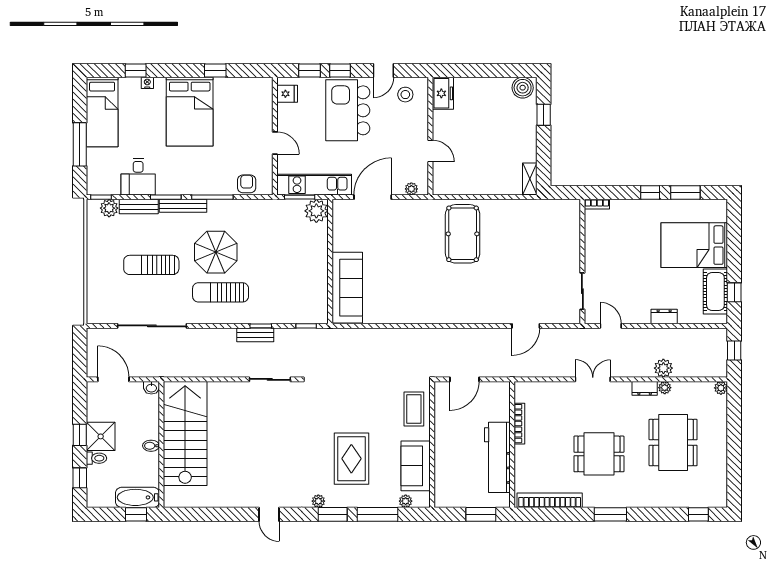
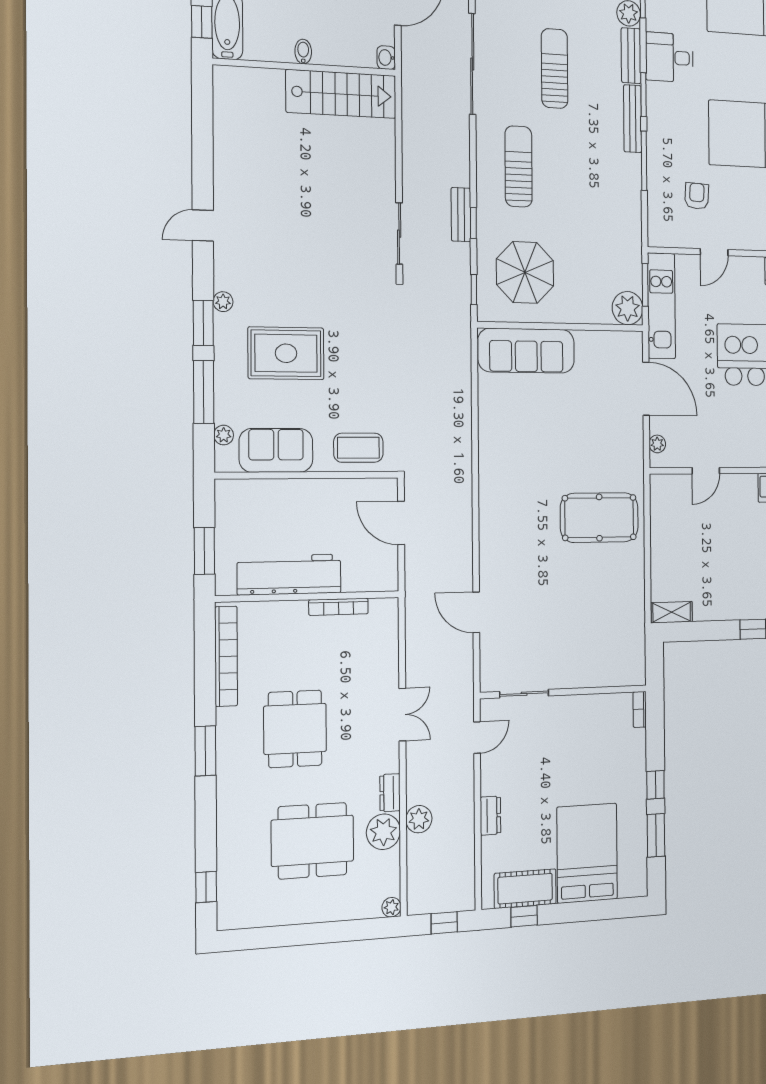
armchair: (247, 184) -> (697, 196), moved, turned -87
parasol: (216, 252) -> (525, 272), moved
plant: (665, 388) -> (383, 832), width x1.88, depth x1.88
stairs: (185, 433) -> (341, 94), width x0.73, depth x0.66

